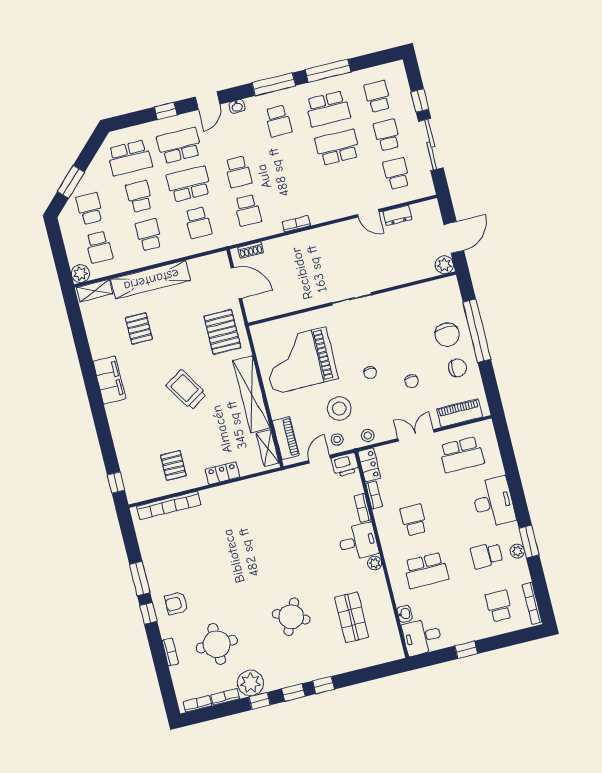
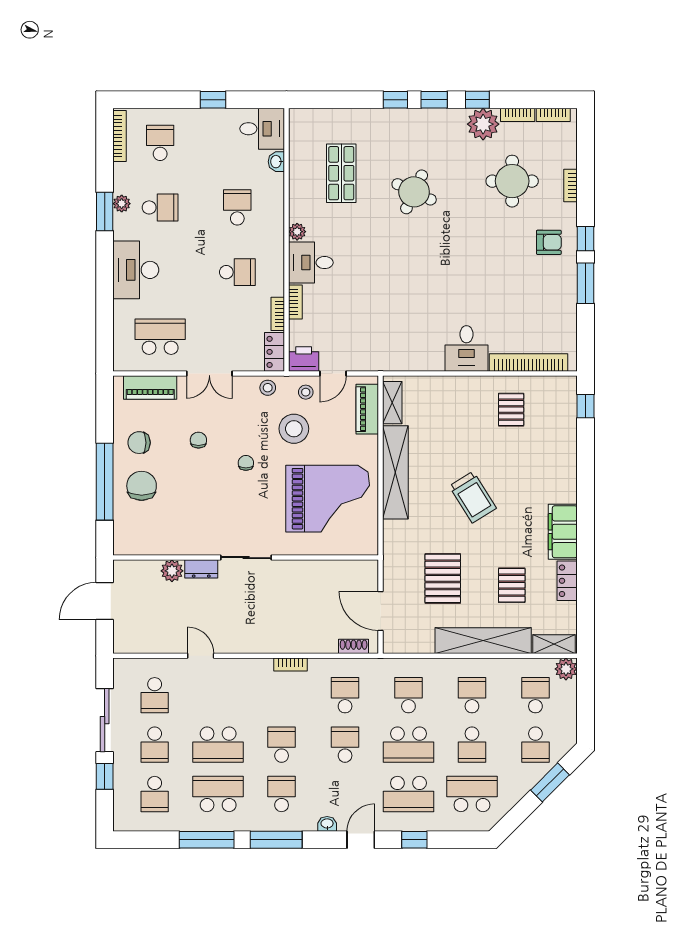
school desk: (288, 160) -> (282, 745), added
dresser: (397, 215) -> (201, 569), moved, turned 180
school desk: (149, 235) -> (472, 695), turned 180
plant: (444, 265) -> (172, 571), moved
pallet: (222, 332) -> (443, 578), moved
locker: (222, 473) -> (567, 581), moved, turned 90
desk: (220, 505) -> (466, 348), added
school desk: (414, 520) -> (237, 272), turned -90
school desk: (426, 570) -> (237, 207), width x0.54
school desk: (499, 606) -> (160, 143), turned 180

